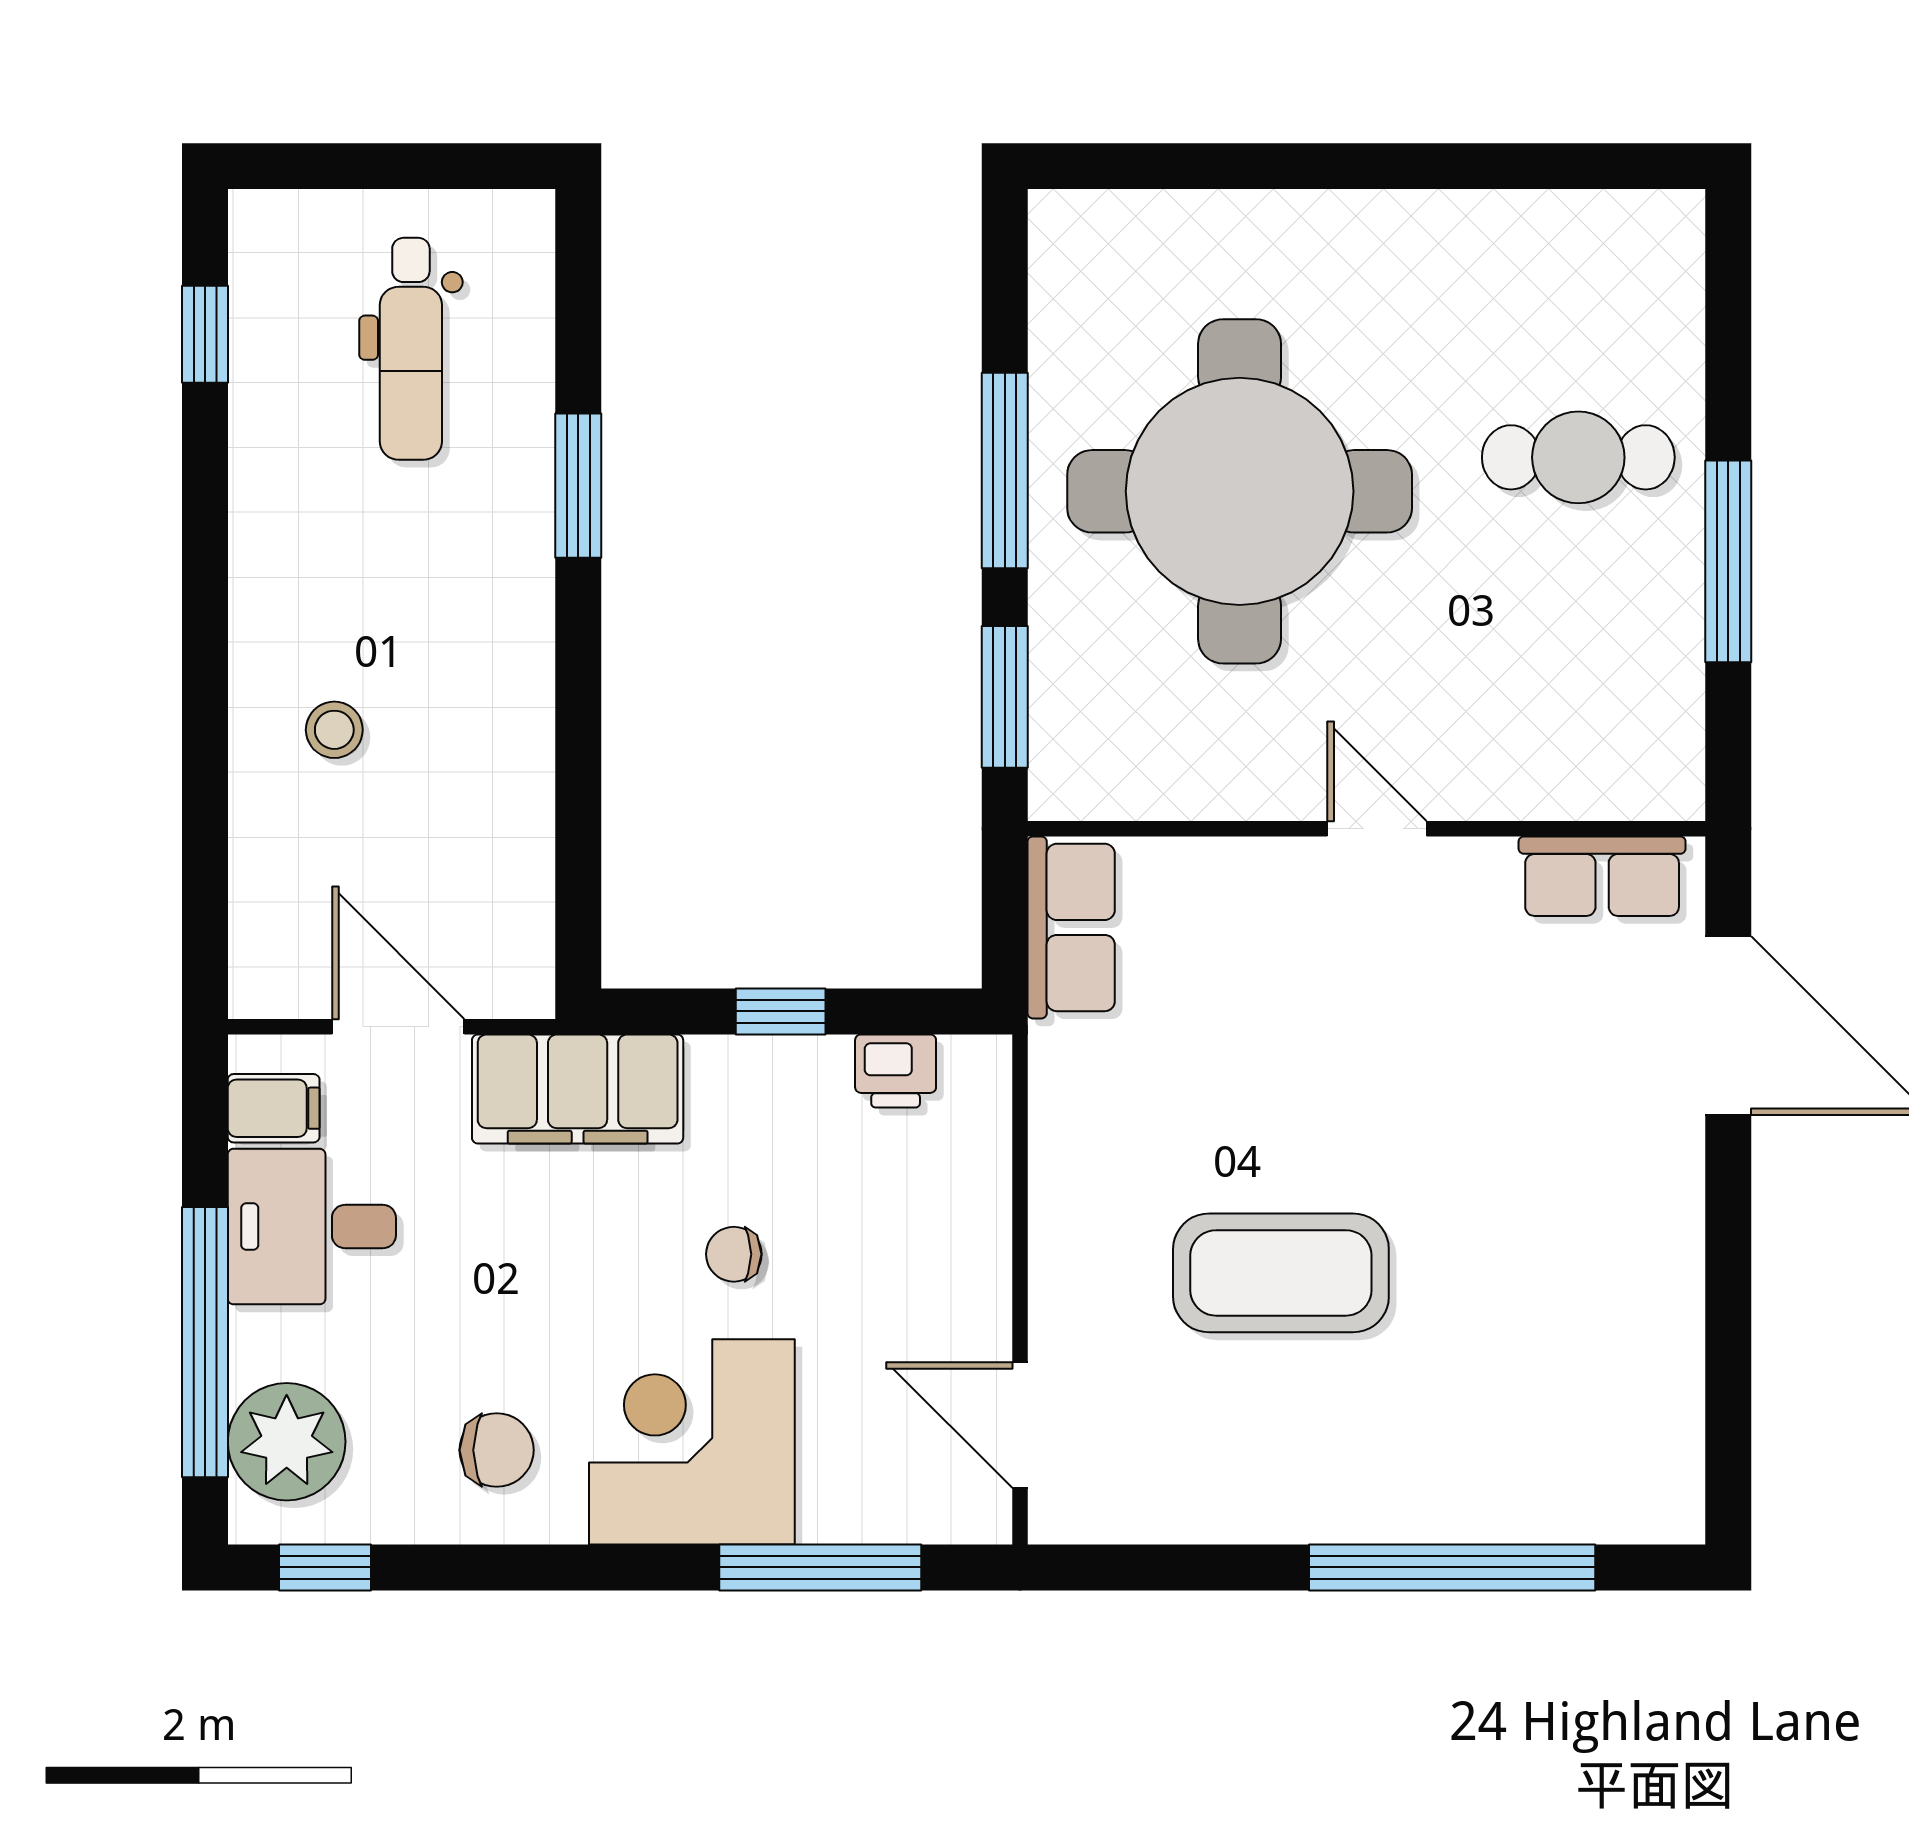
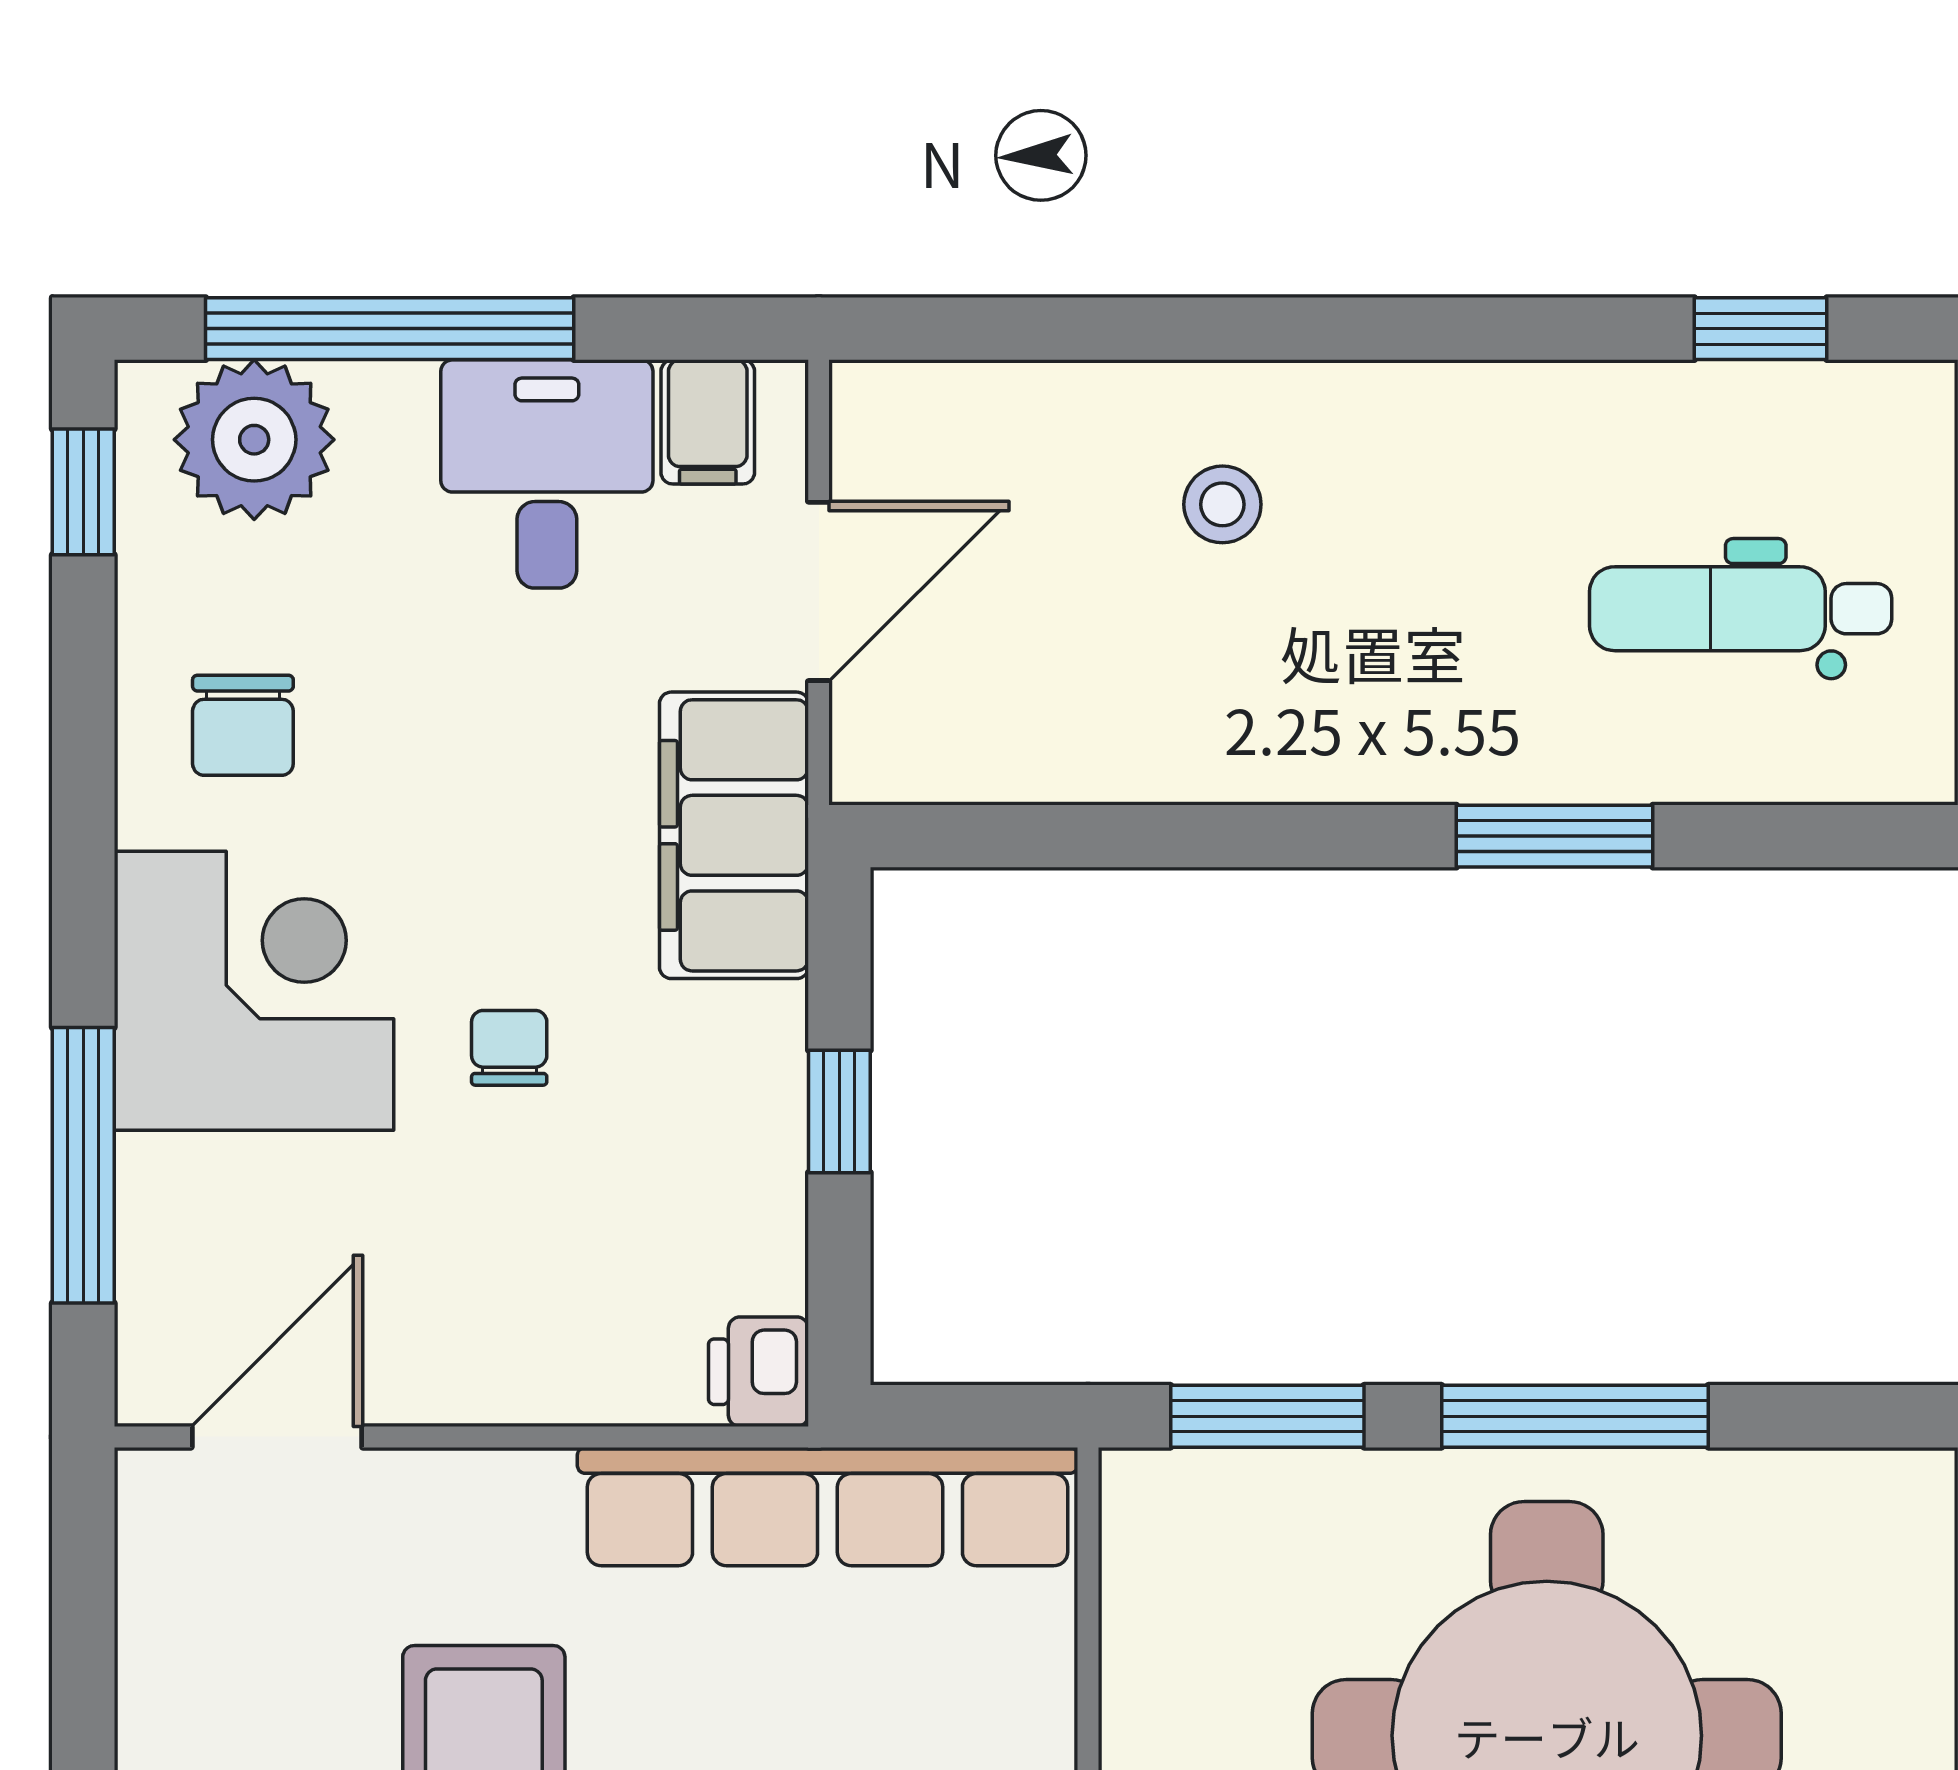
row of seats: (1071, 927) -> (827, 1507), width x2.02
printer: (896, 1071) -> (758, 1372), moved

